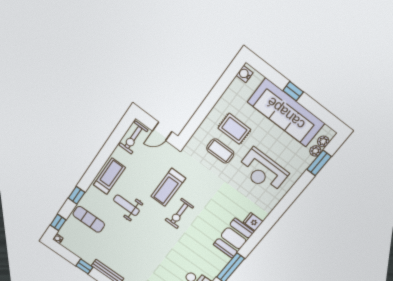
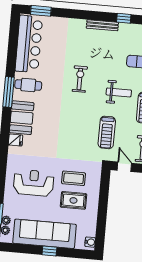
door: (162, 131) -> (124, 167), hinge flipped
treadmill: (168, 187) -> (107, 132), moved, turned 180
exercise bike: (179, 214) -> (80, 79), moved
cafe table: (208, 263) -> (28, 85), added

